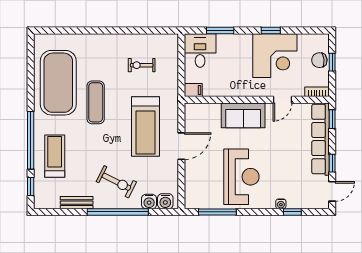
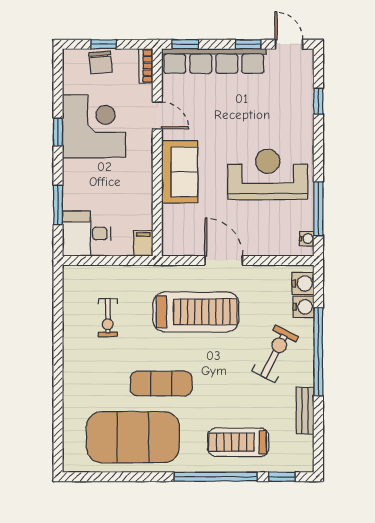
water cooler: (281, 204) -> (307, 239), moved

